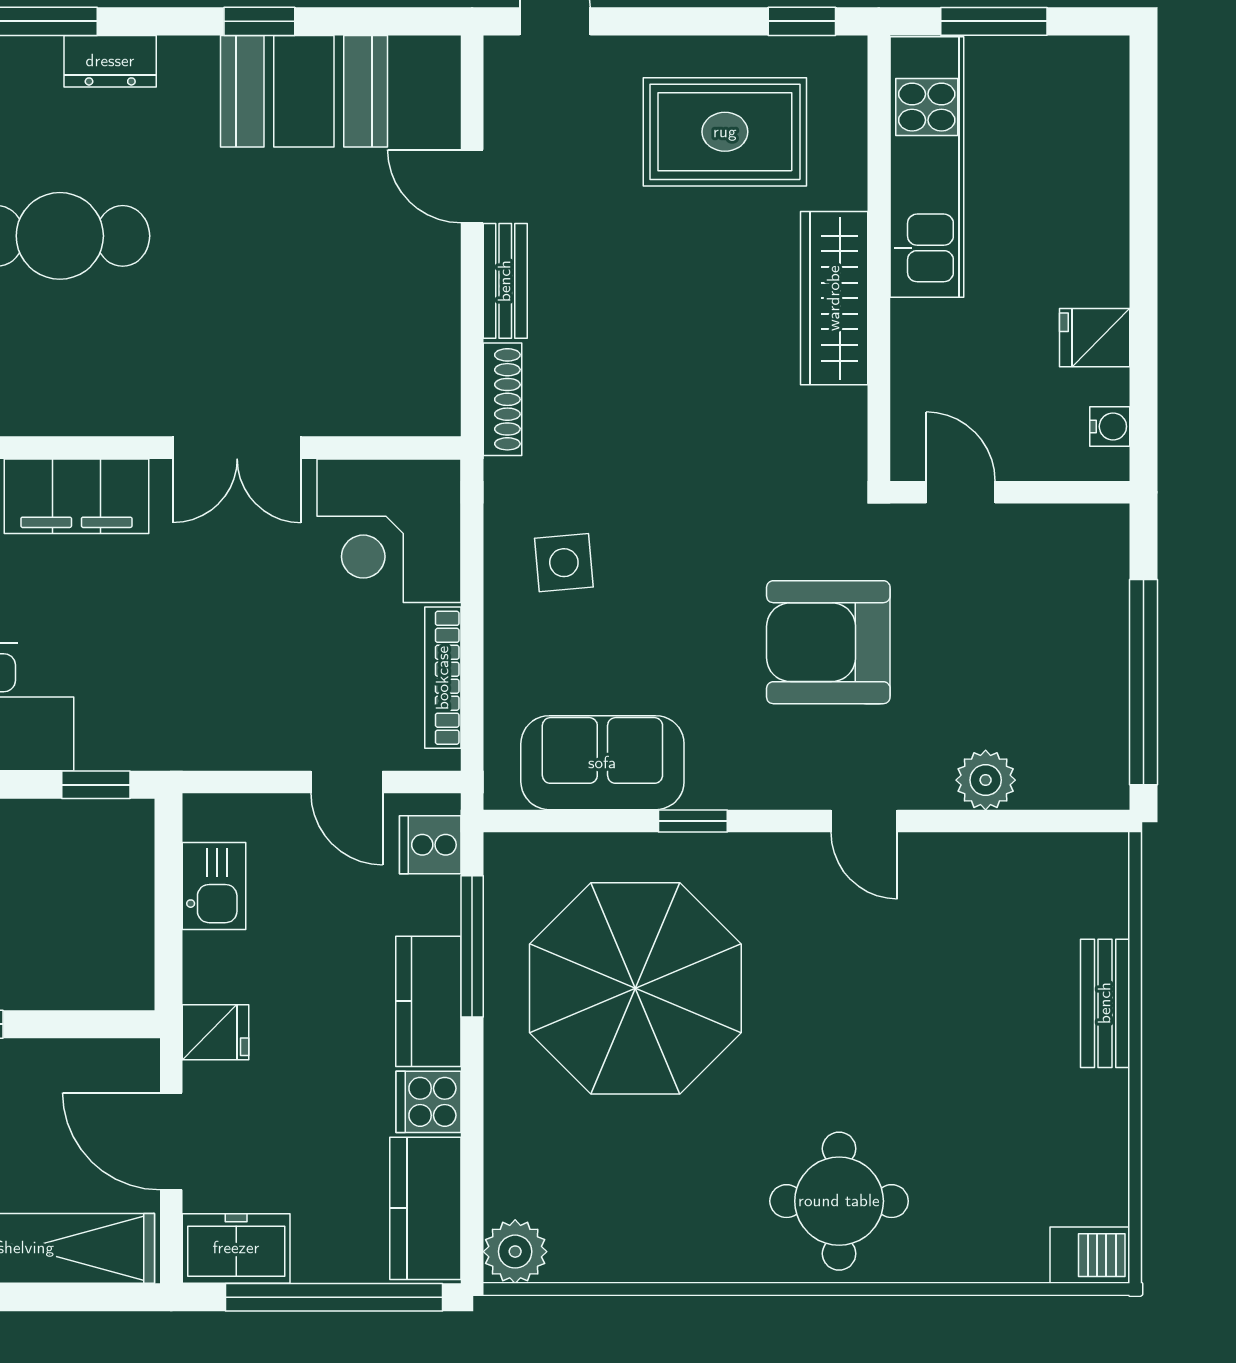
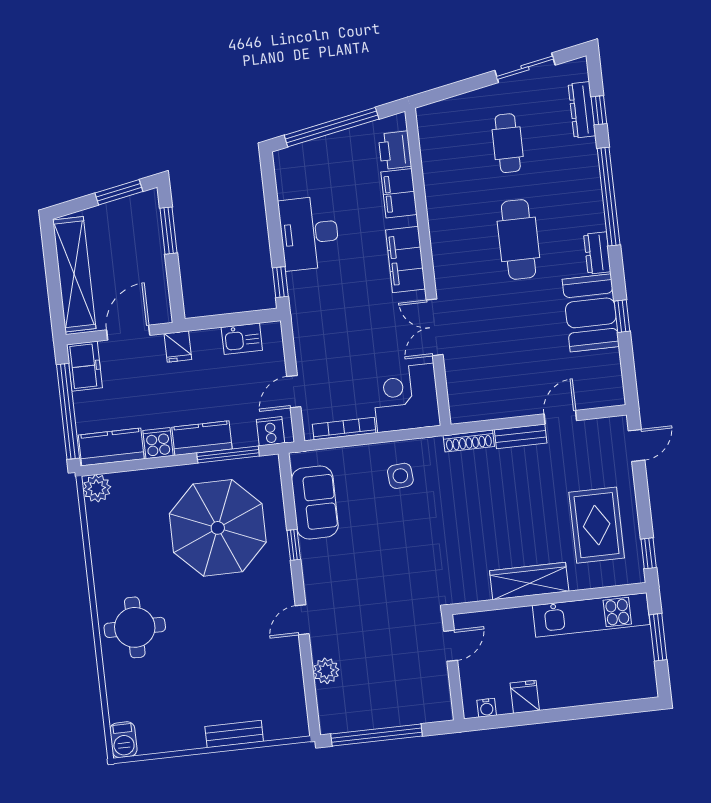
booth: (304, 91) -> (591, 313), moved
armchair: (828, 642) -> (379, 595), removed

